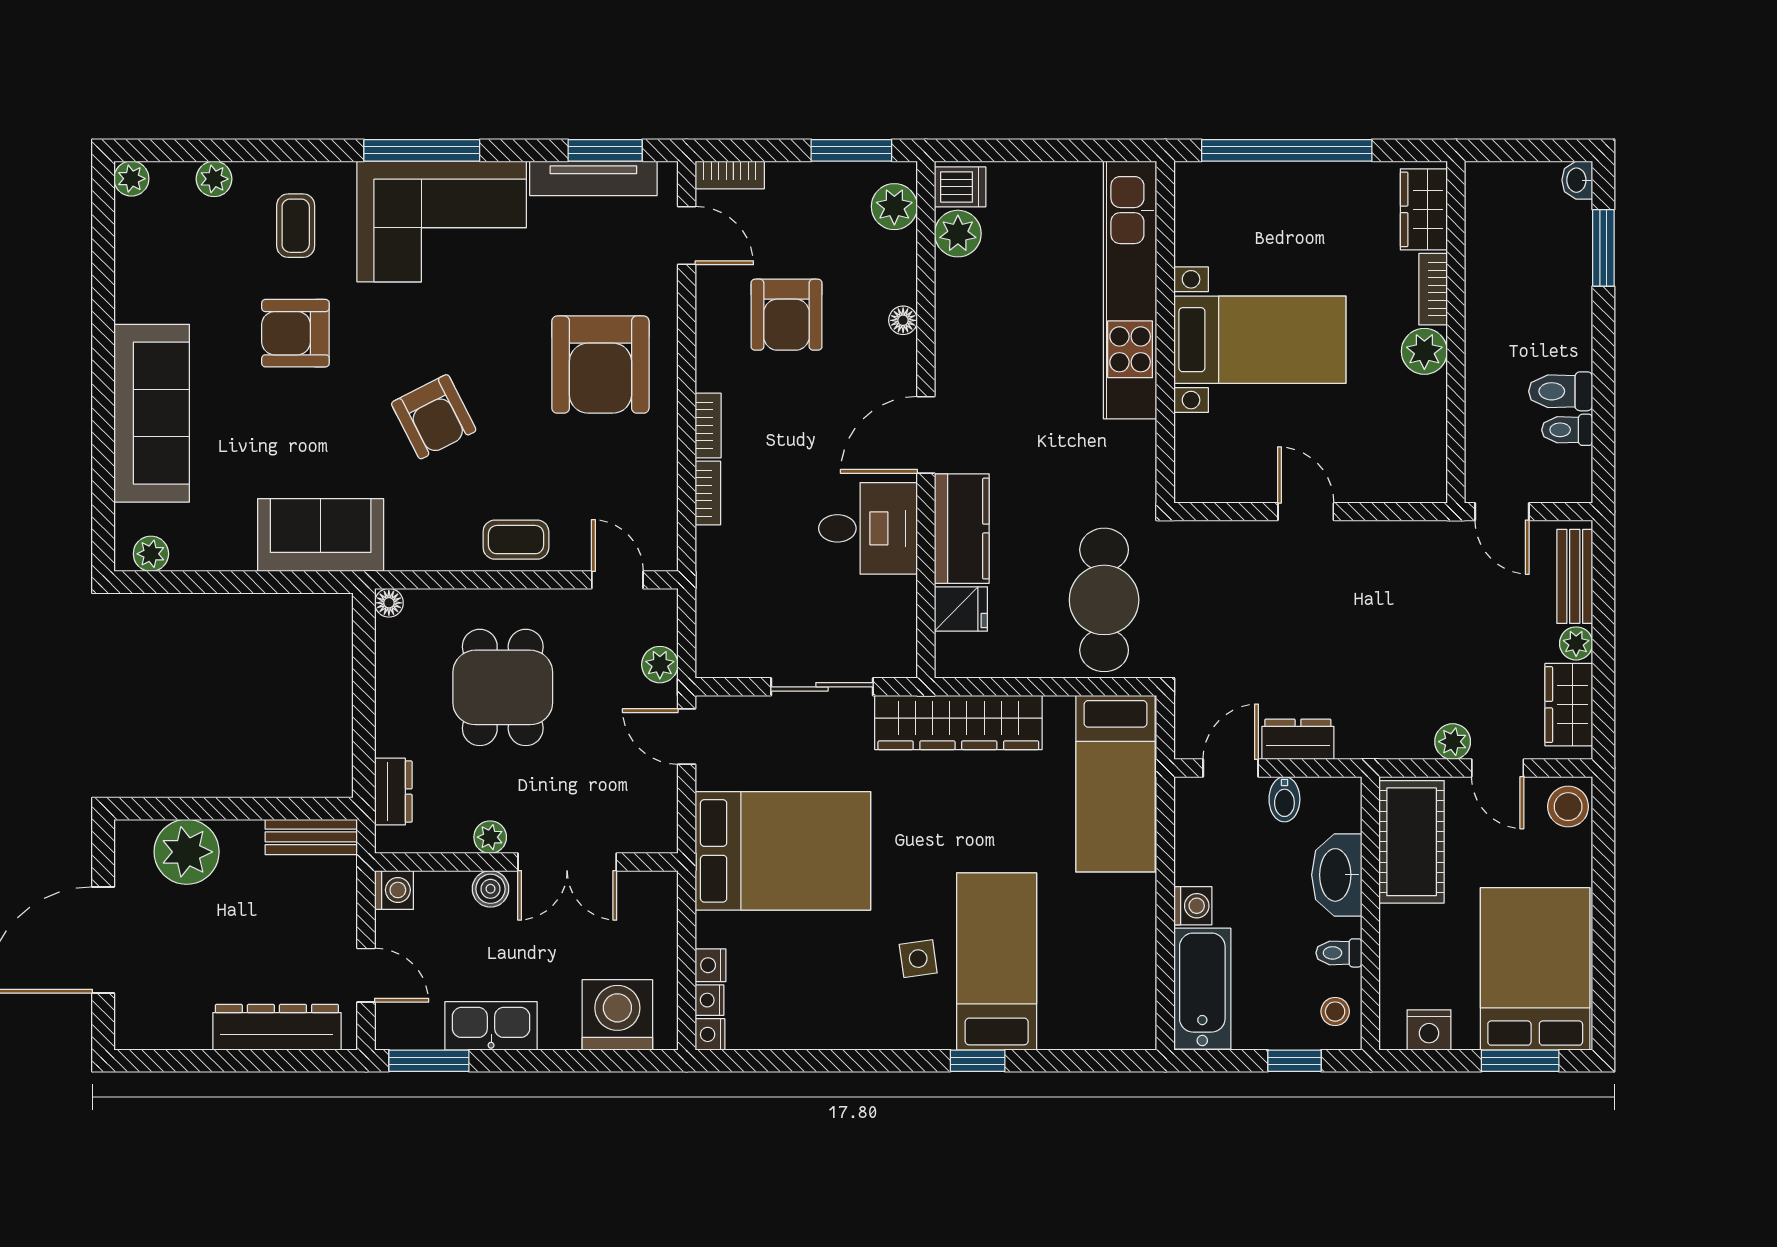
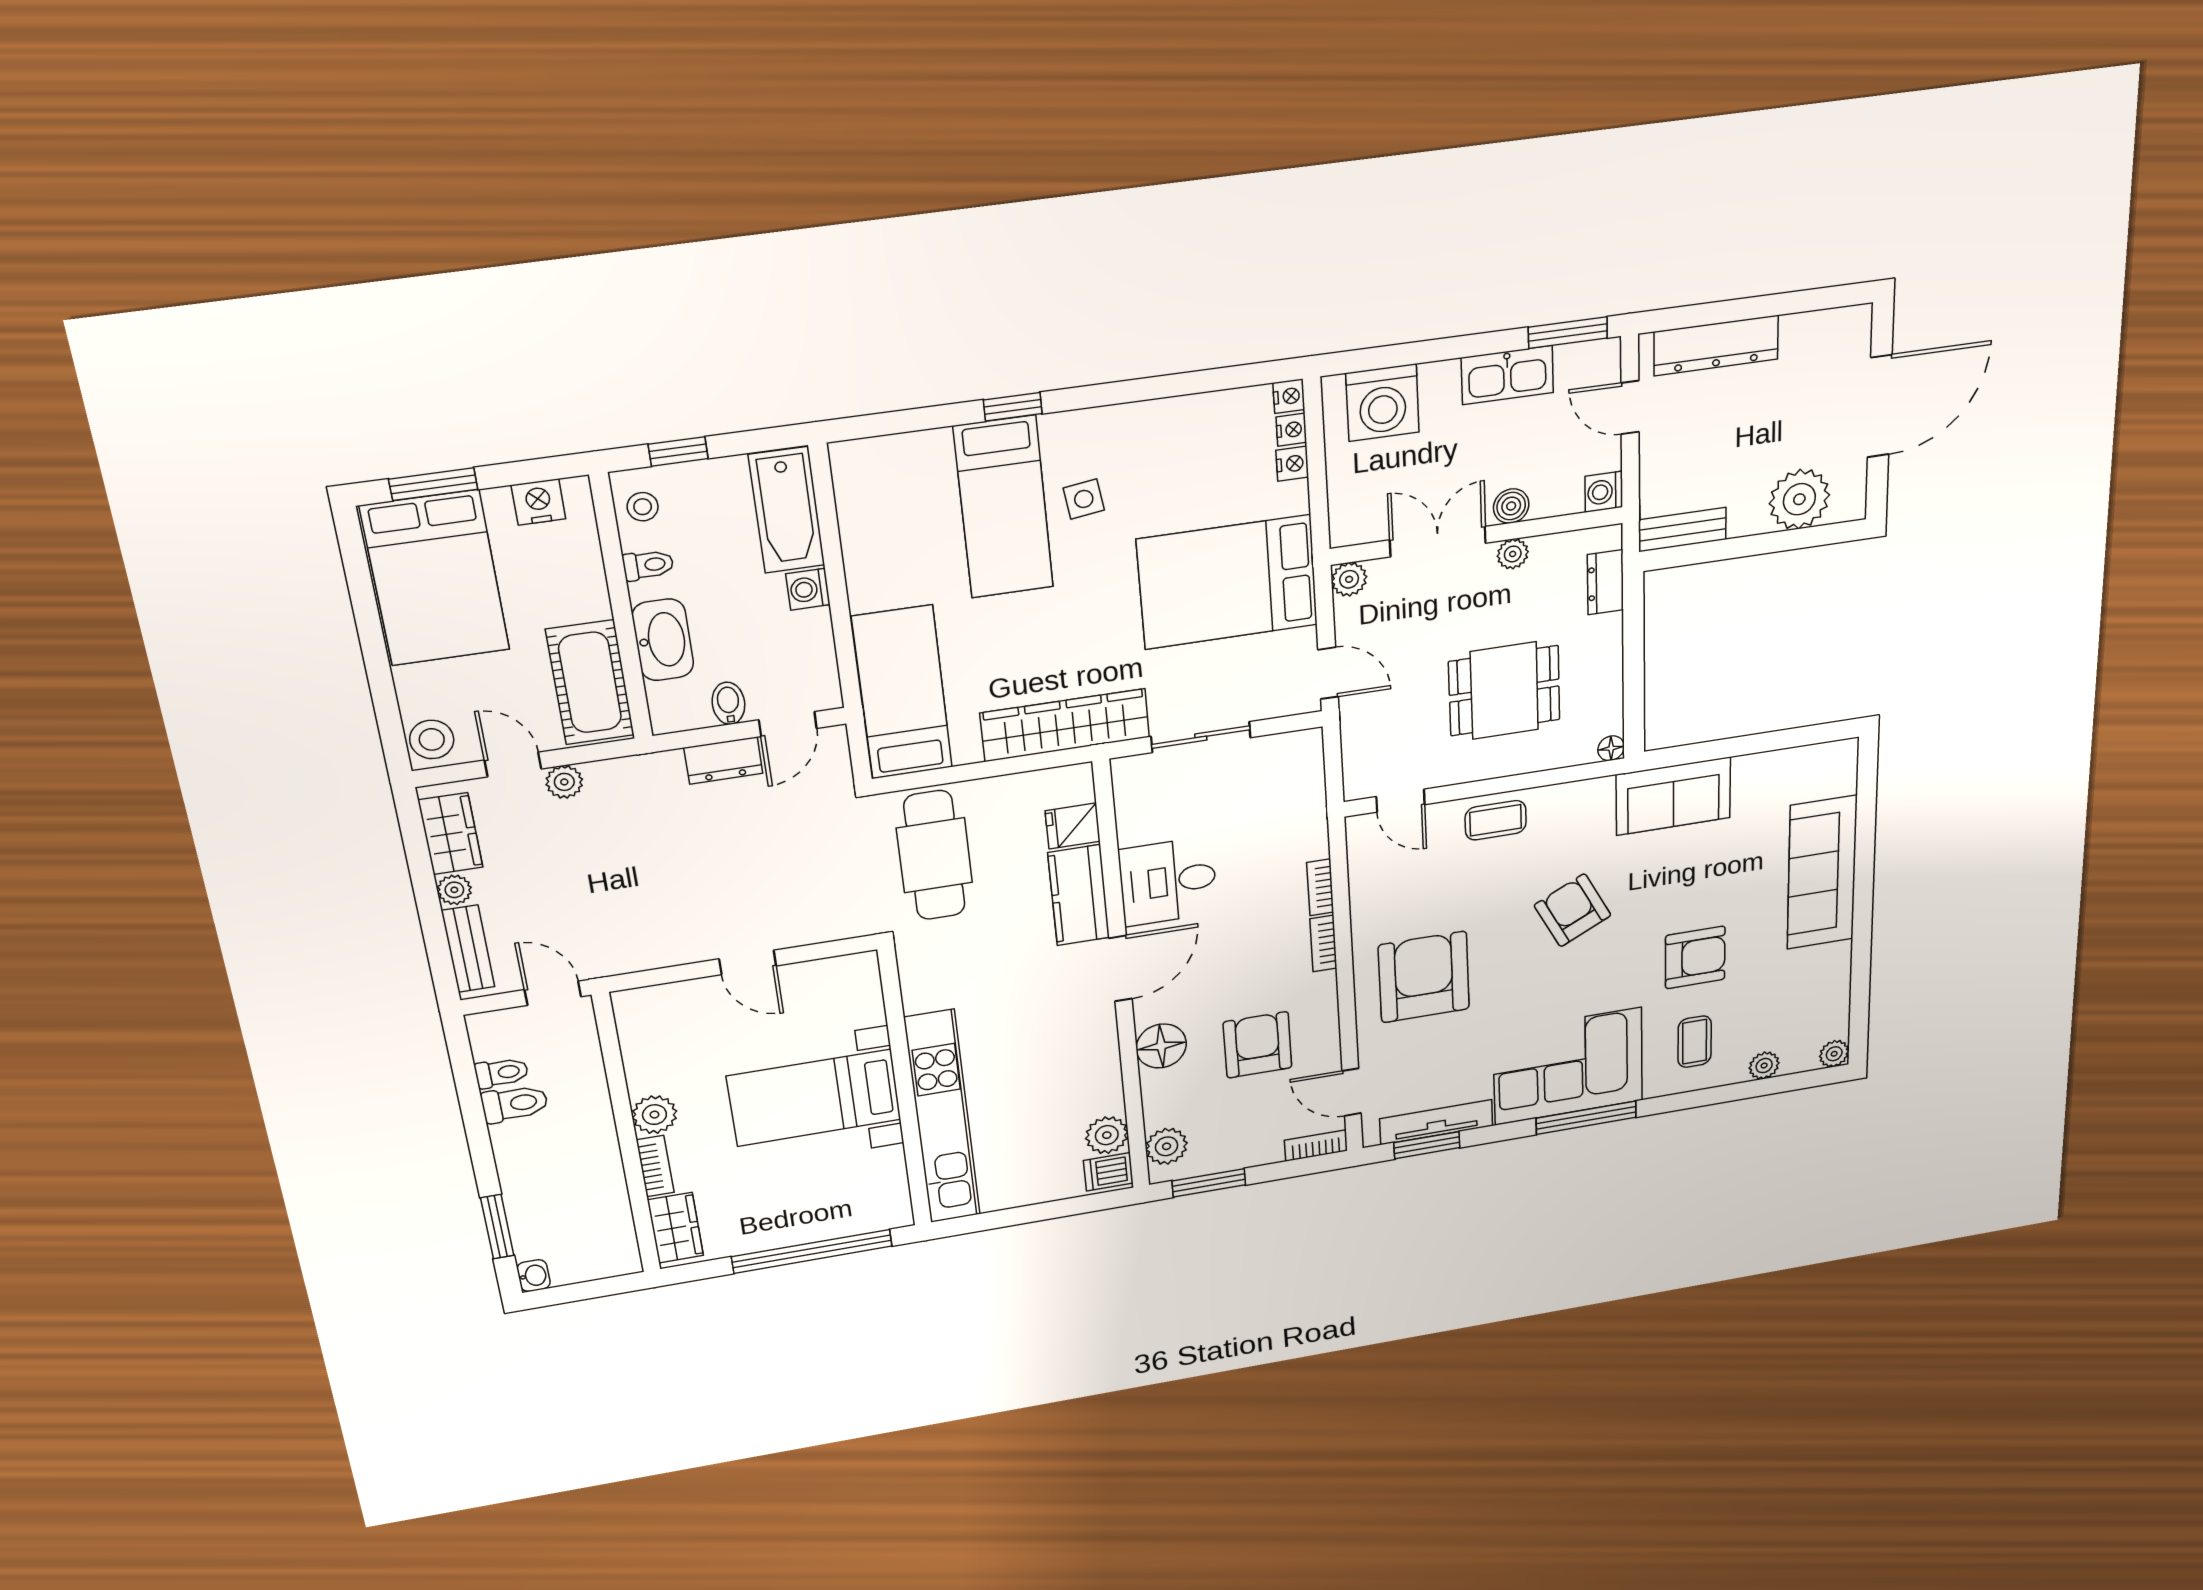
floor lamp: (903, 320) -> (1161, 1046), width x1.89, depth x1.89
plant: (151, 554) -> (1826, 757), removed
plant: (660, 665) -> (1349, 579), moved
dining table: (503, 687) -> (1504, 691), turned 90

